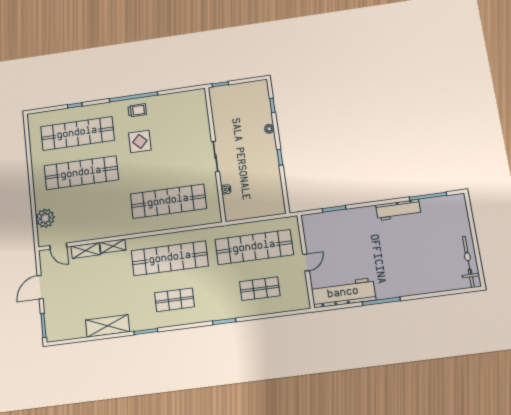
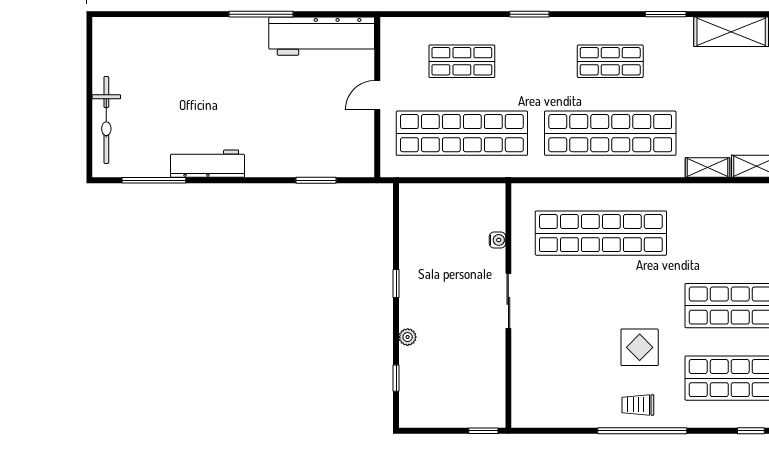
bicycle: (468, 262) -> (106, 120), moved

